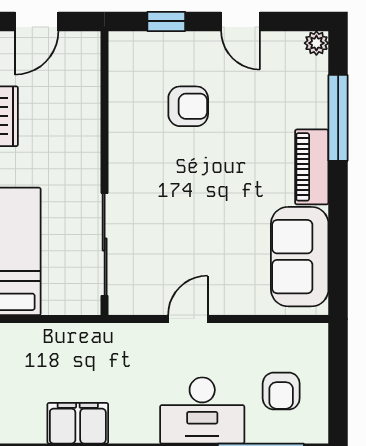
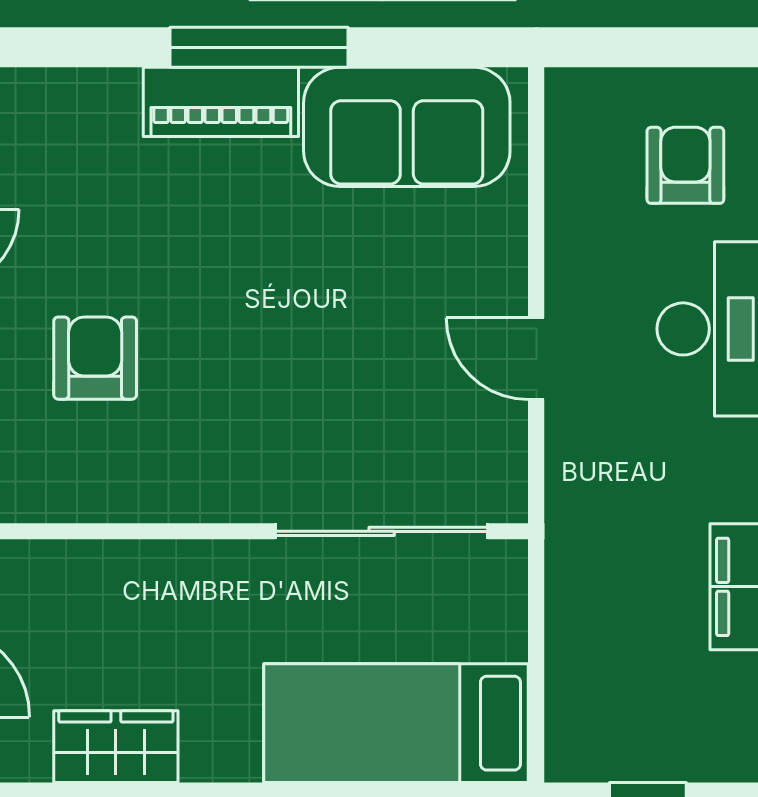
window: (338, 118) -> (259, 47), moved
armchair: (281, 391) -> (685, 165), turned -90

